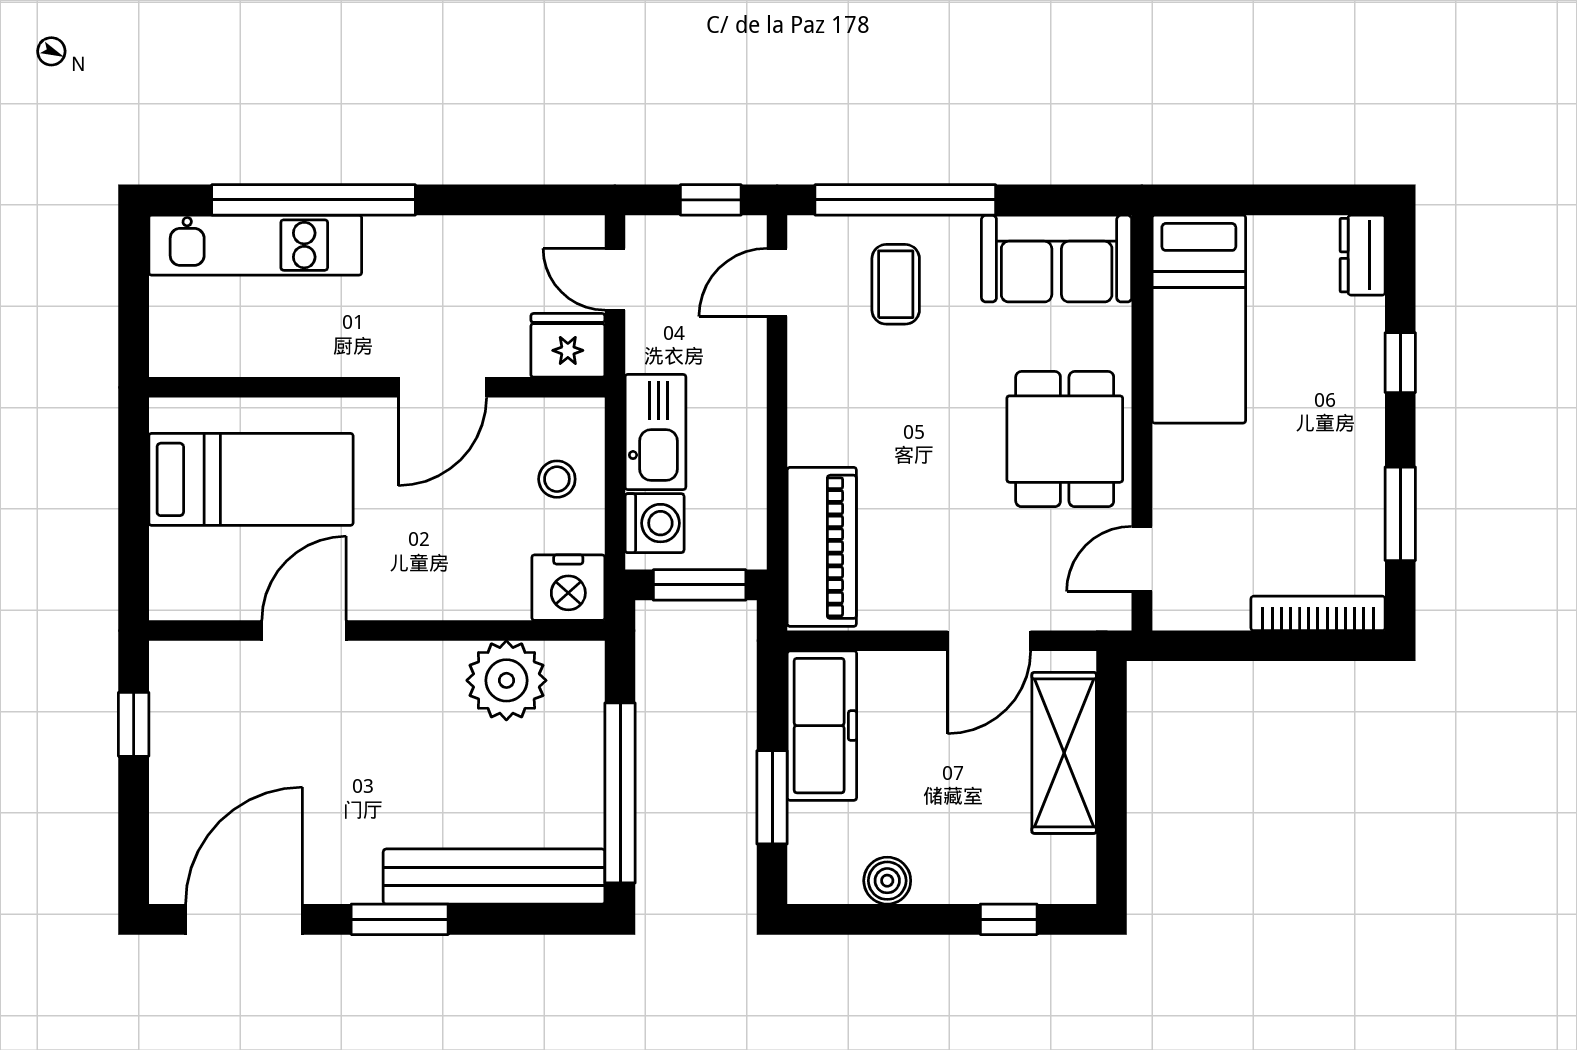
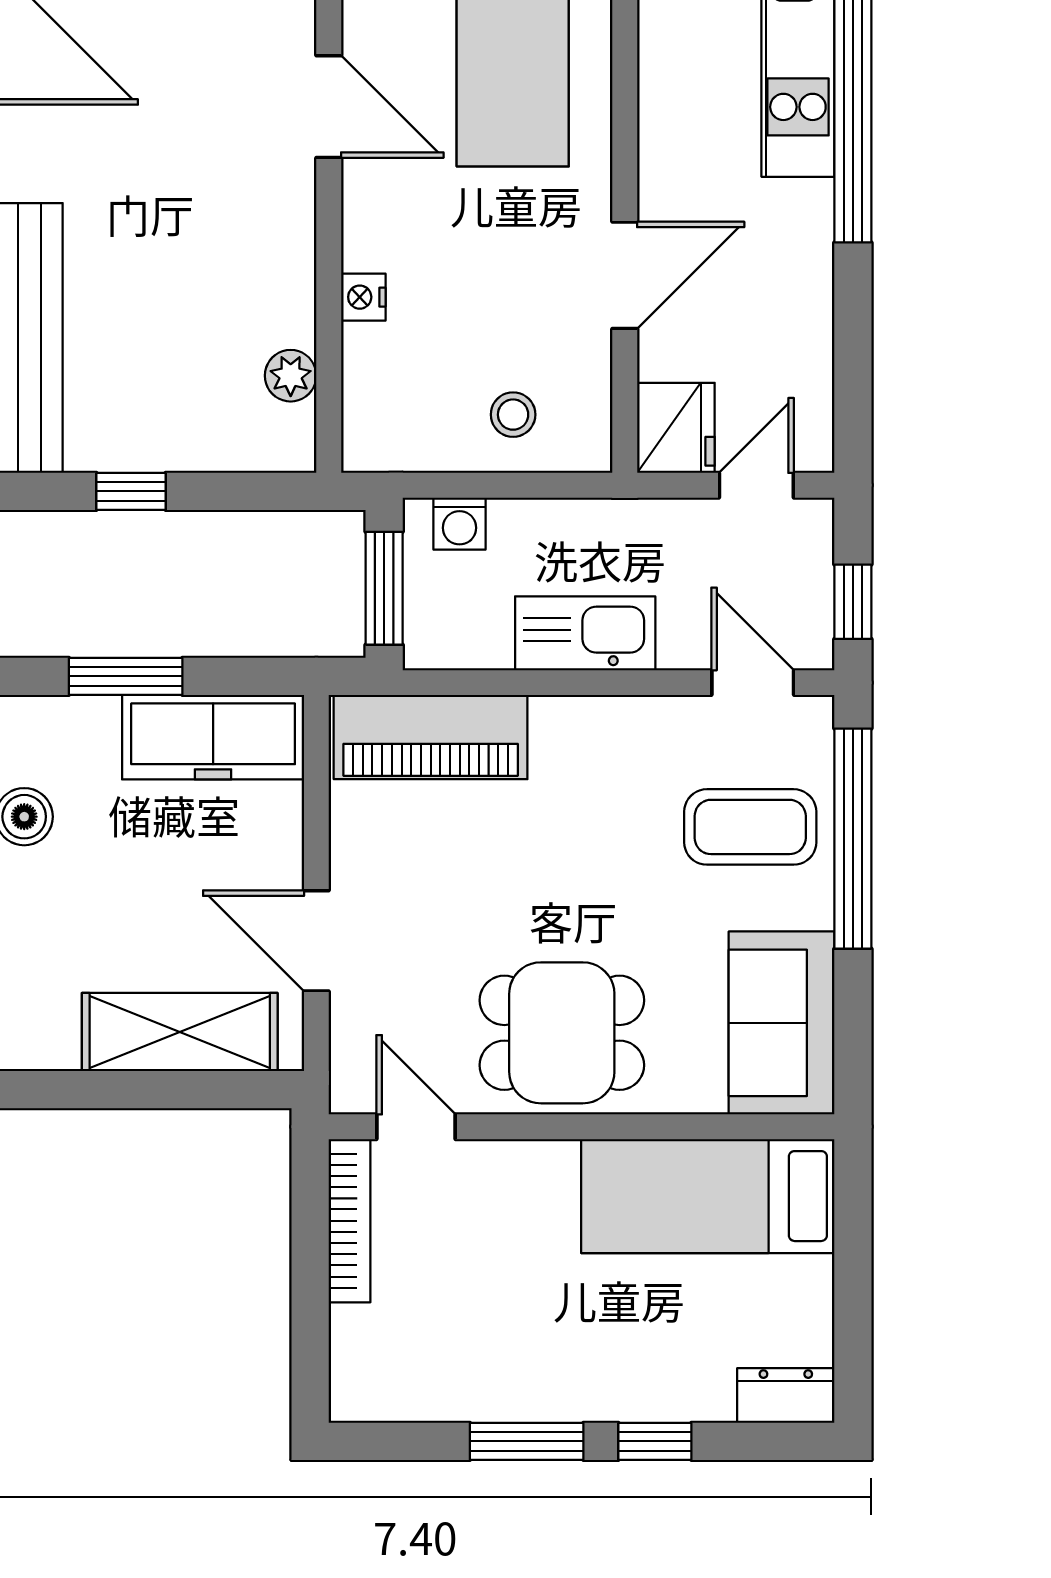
coffee table: (896, 284) -> (750, 827), width x1.36, depth x1.30
door: (443, 387) -> (625, 275), swing flipped
kitchen sink: (655, 432) -> (585, 633), moved, turned 180
window: (1400, 514) -> (527, 1441), moved
washing machine: (655, 523) -> (459, 524), width x0.73, depth x0.73
nightstand: (568, 588) -> (363, 297), moved, width x0.53, depth x0.56
bookcase: (1318, 613) -> (350, 1221), moved
plant: (506, 680) -> (291, 376), width x0.53, depth x0.53
window: (620, 793) -> (131, 491), width x0.32

